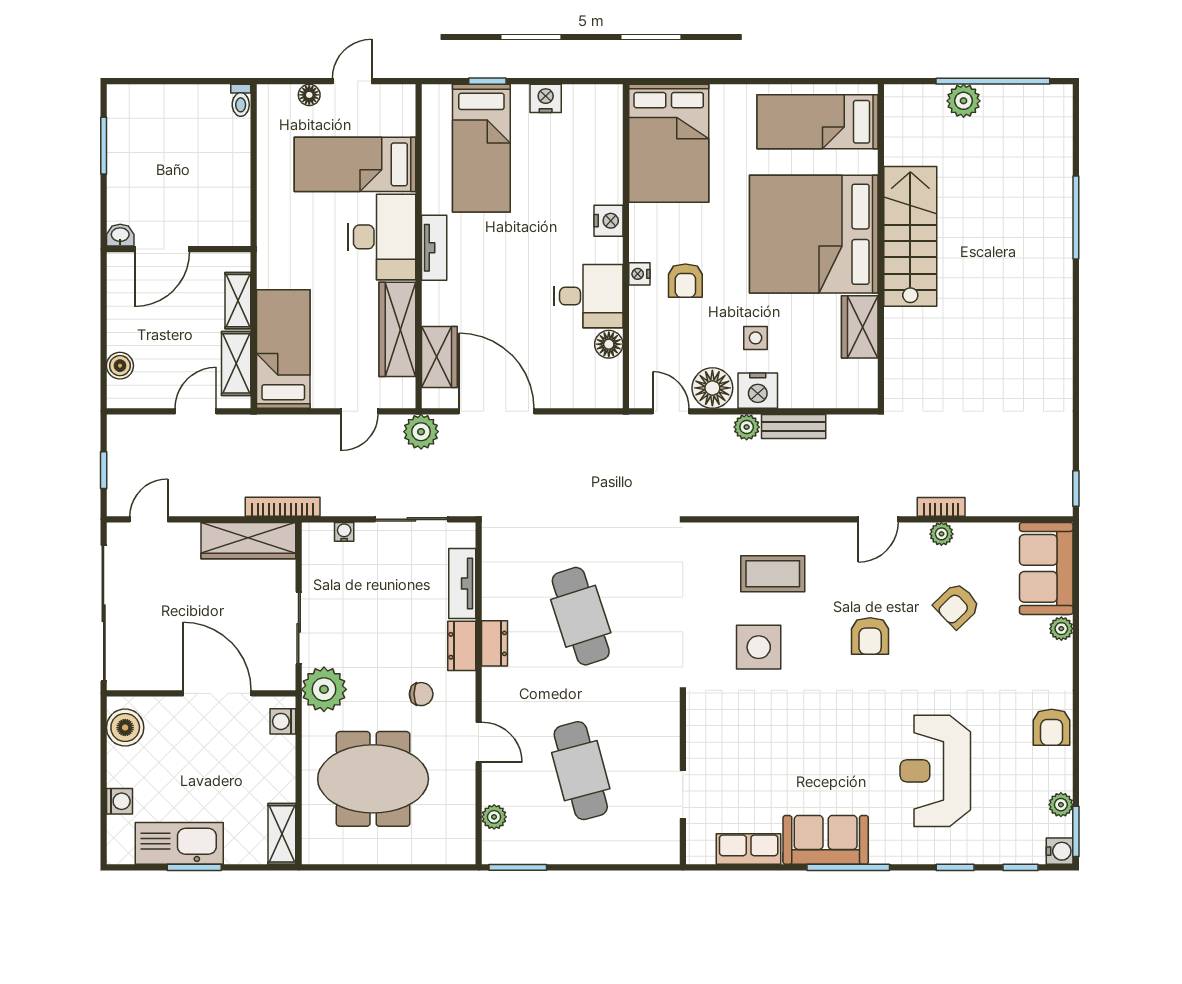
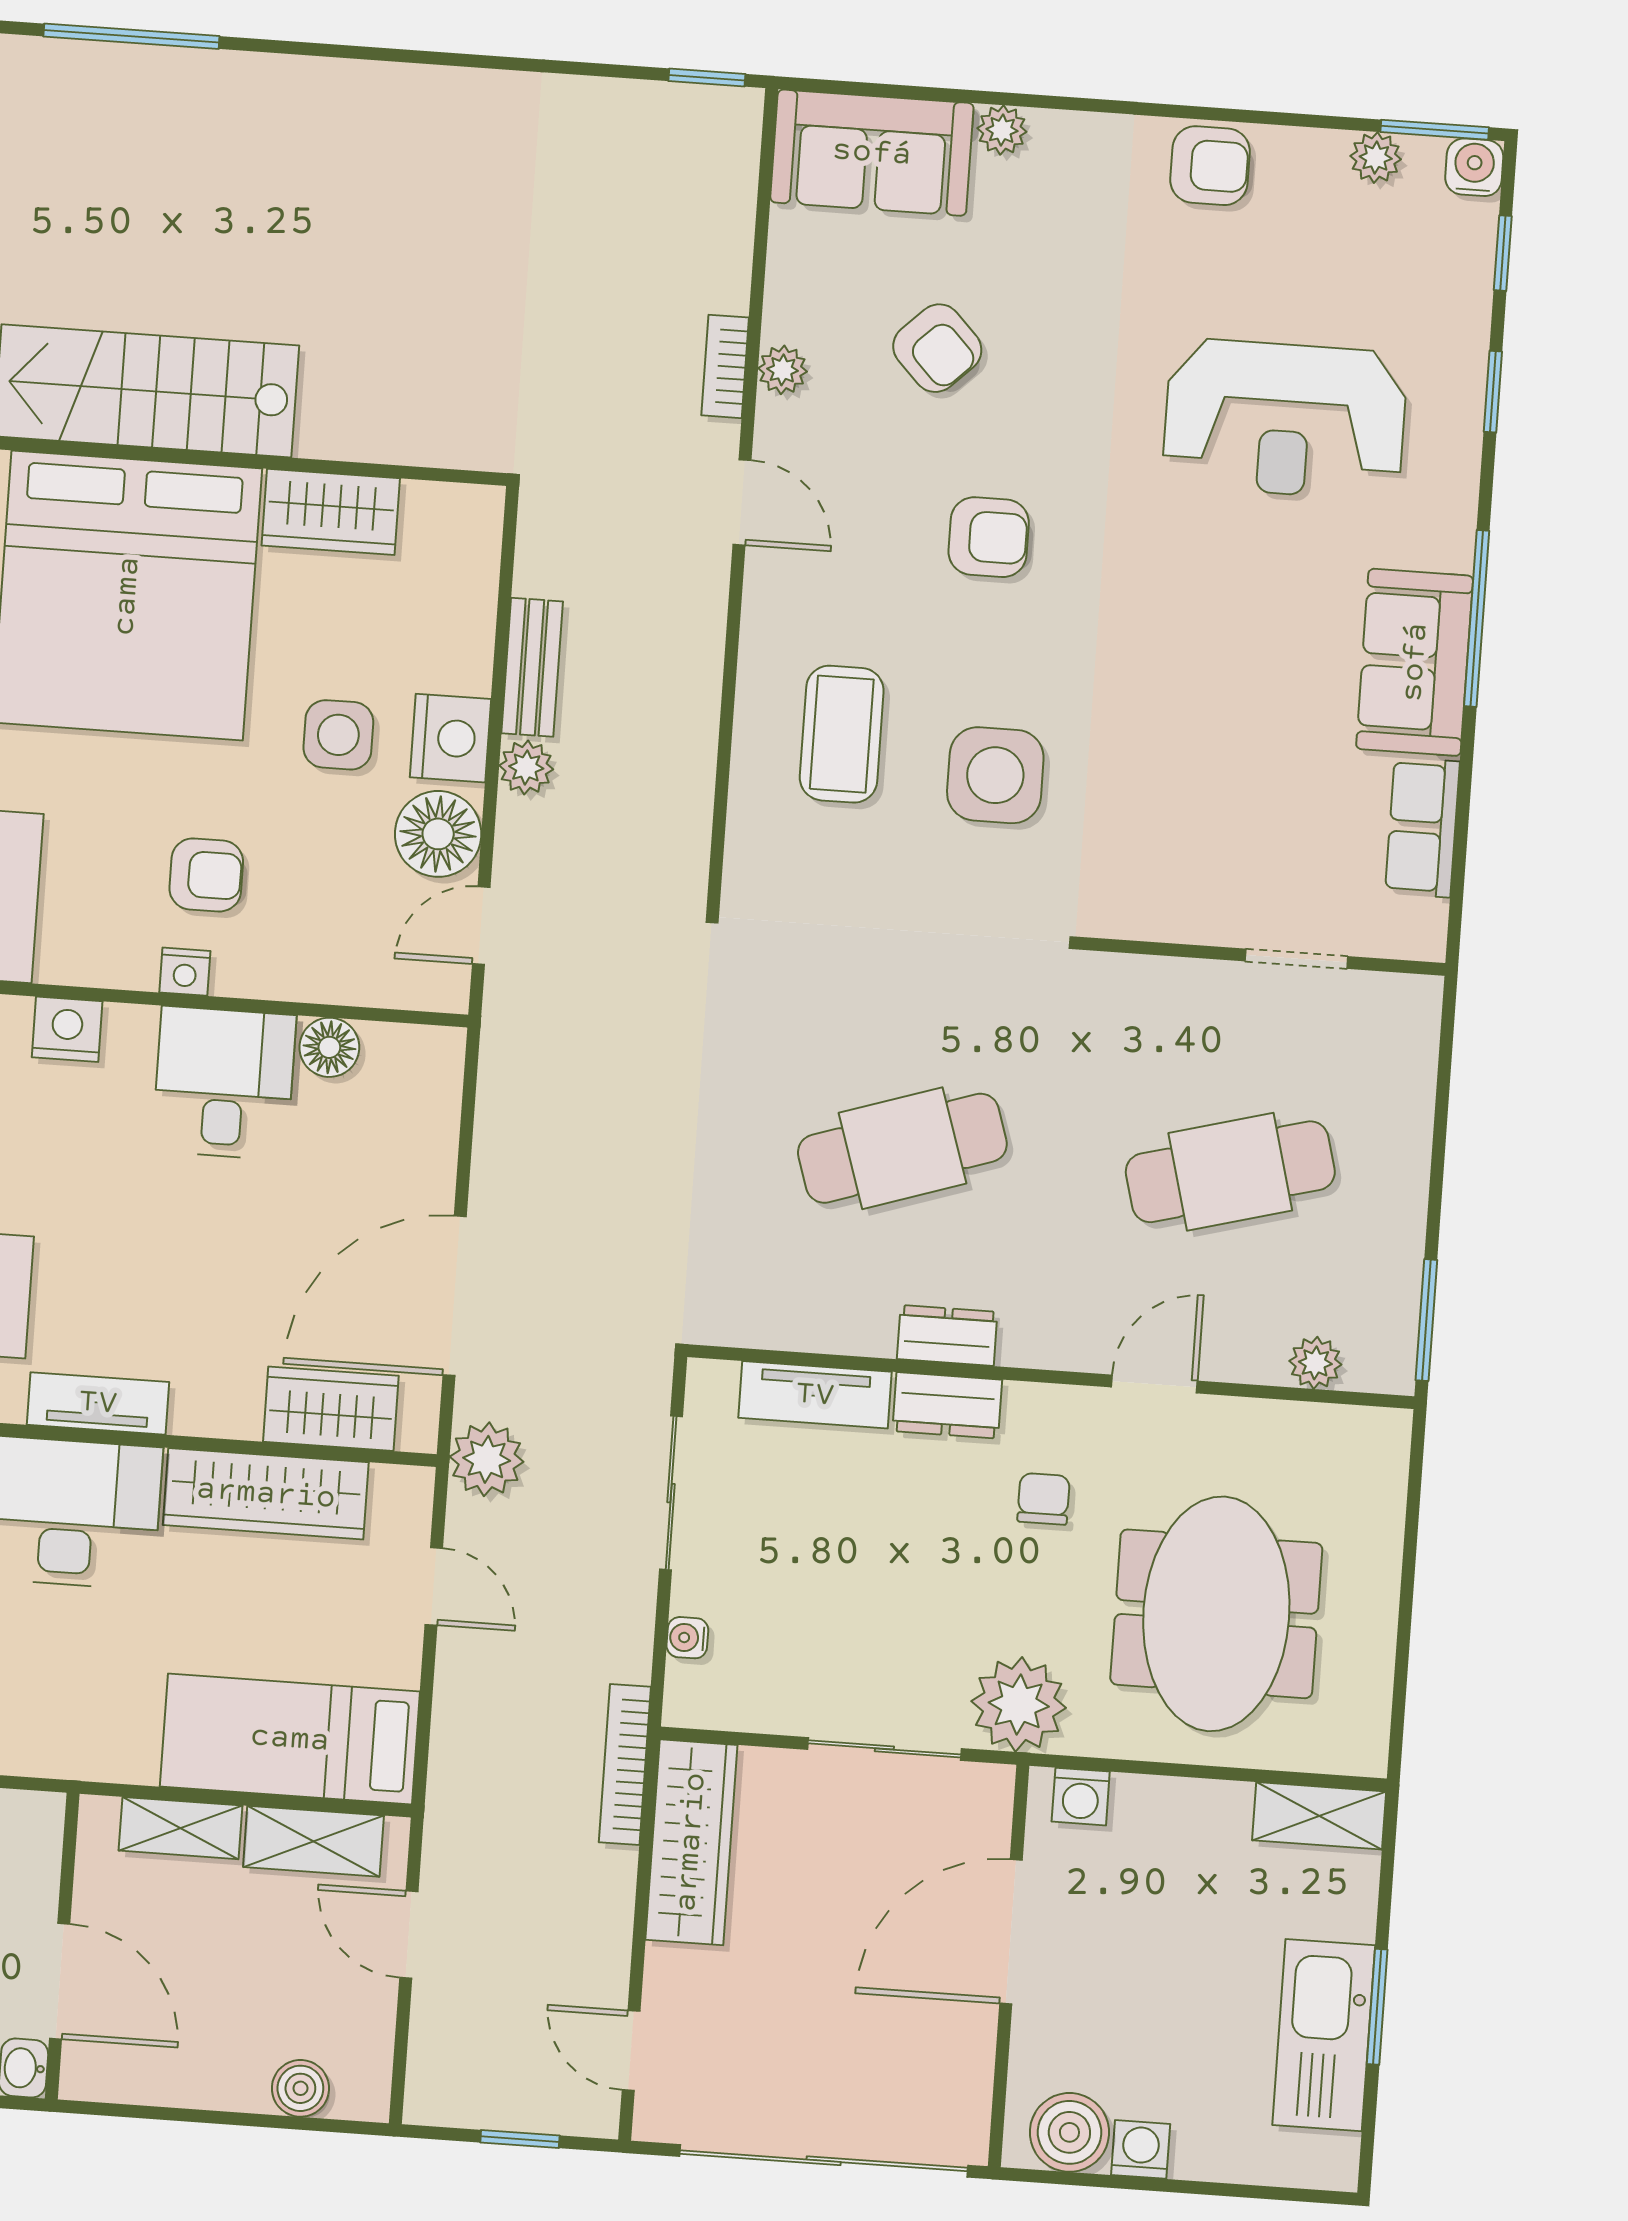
side table: (756, 338) -> (338, 735), width x1.37, depth x1.37
washing machine: (120, 801) -> (1141, 2149), moved

